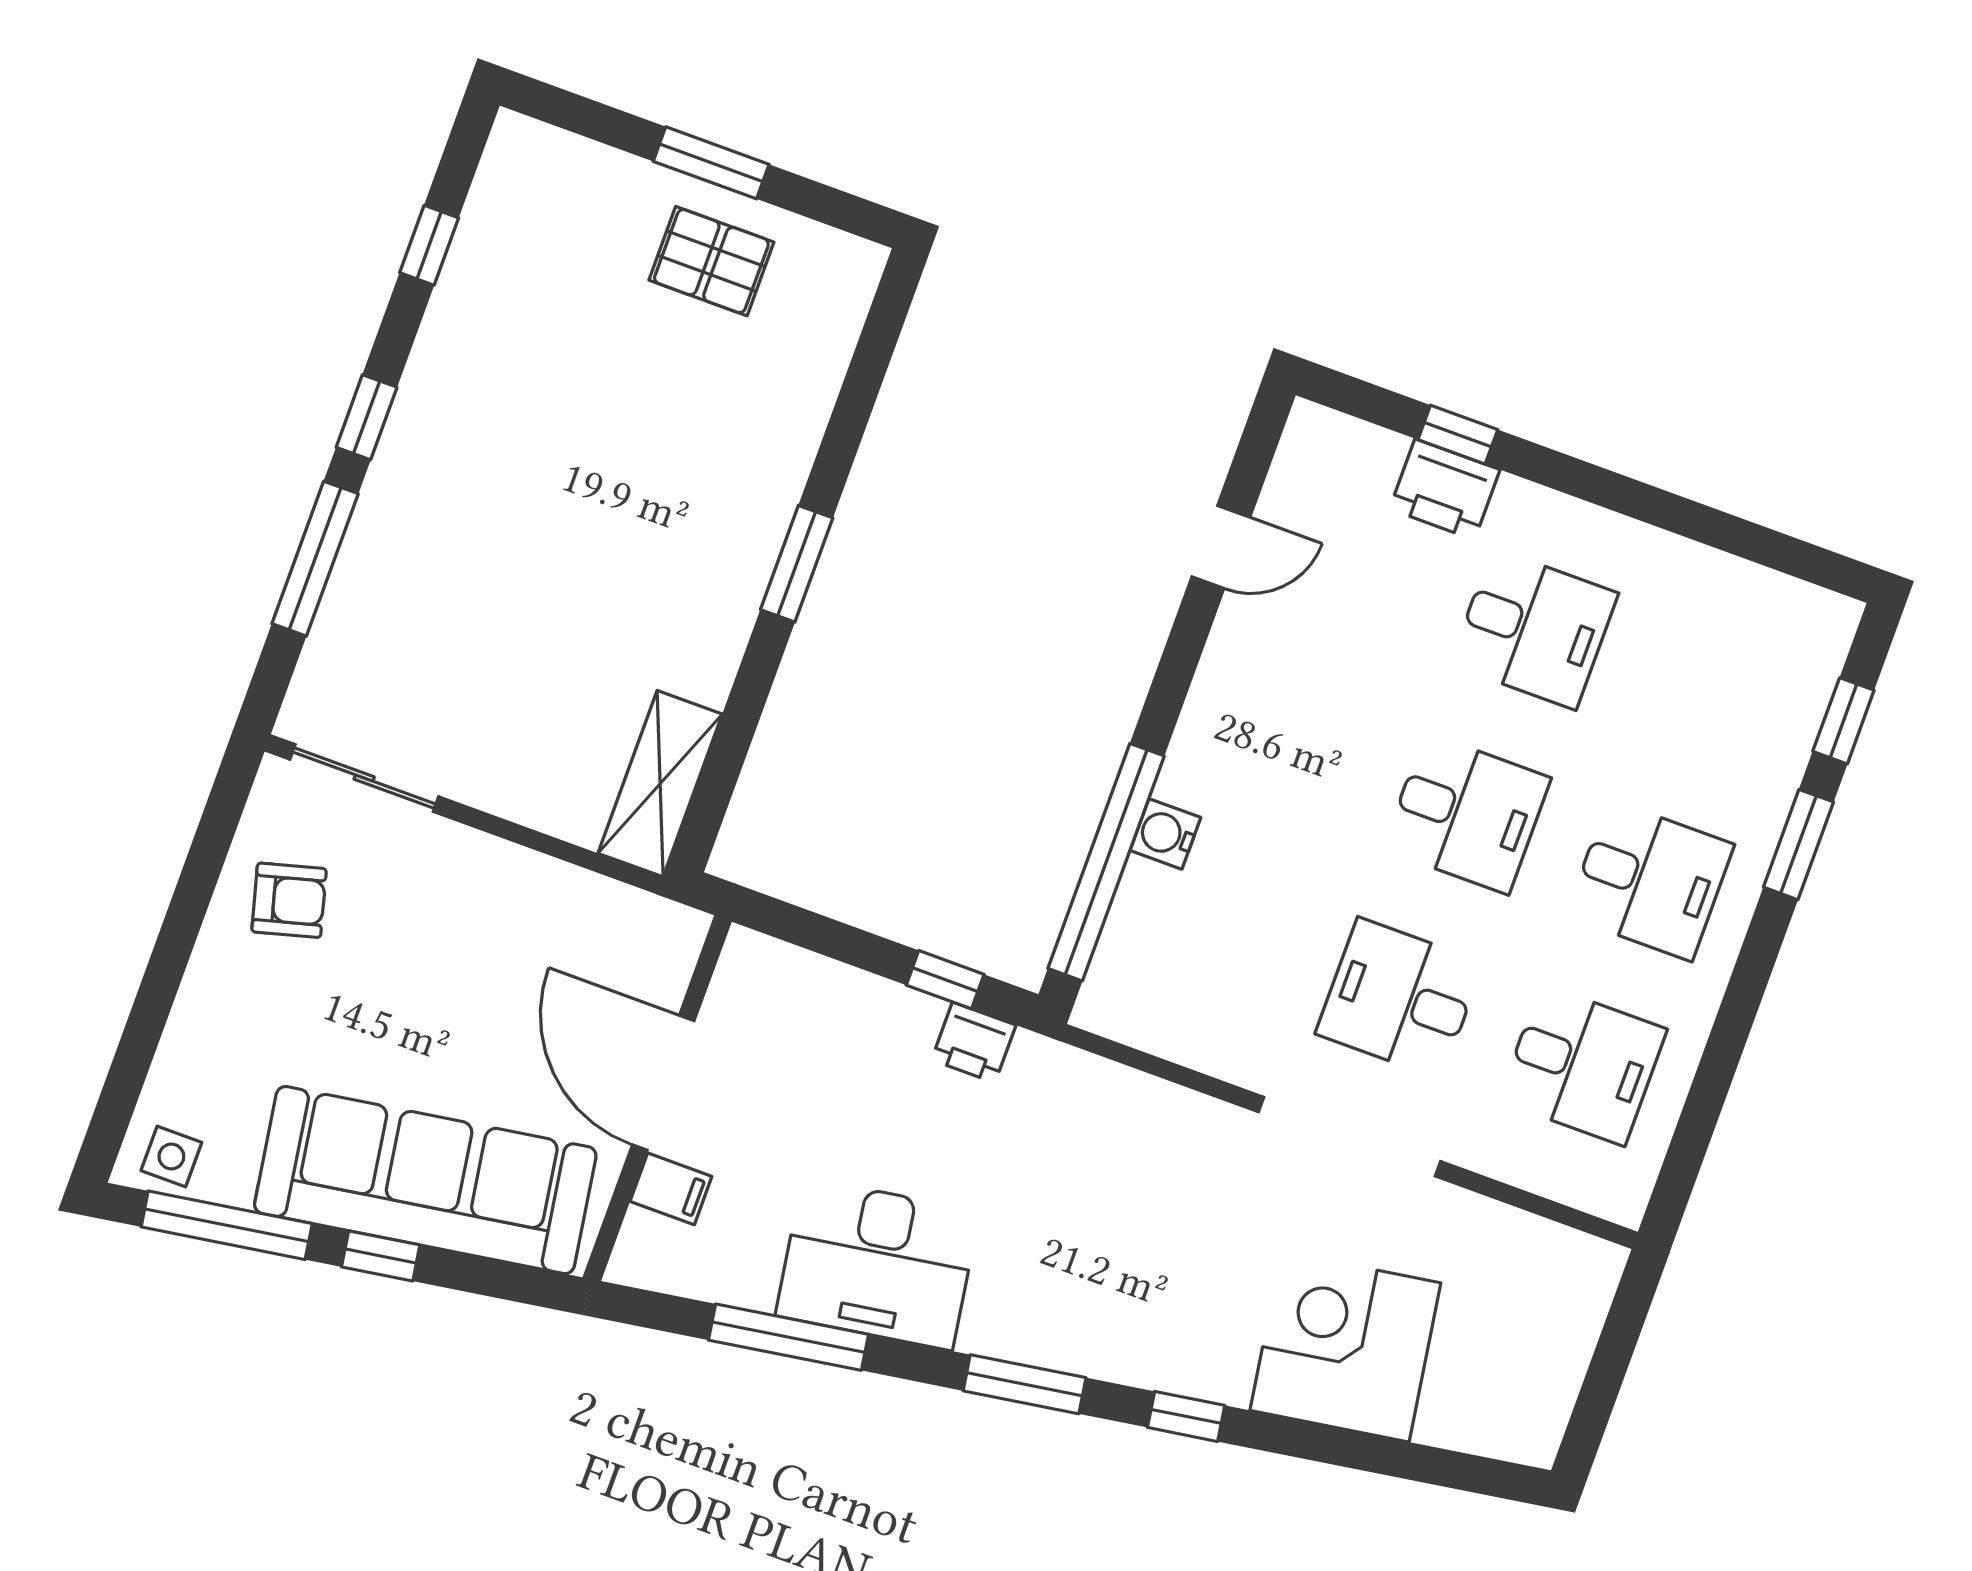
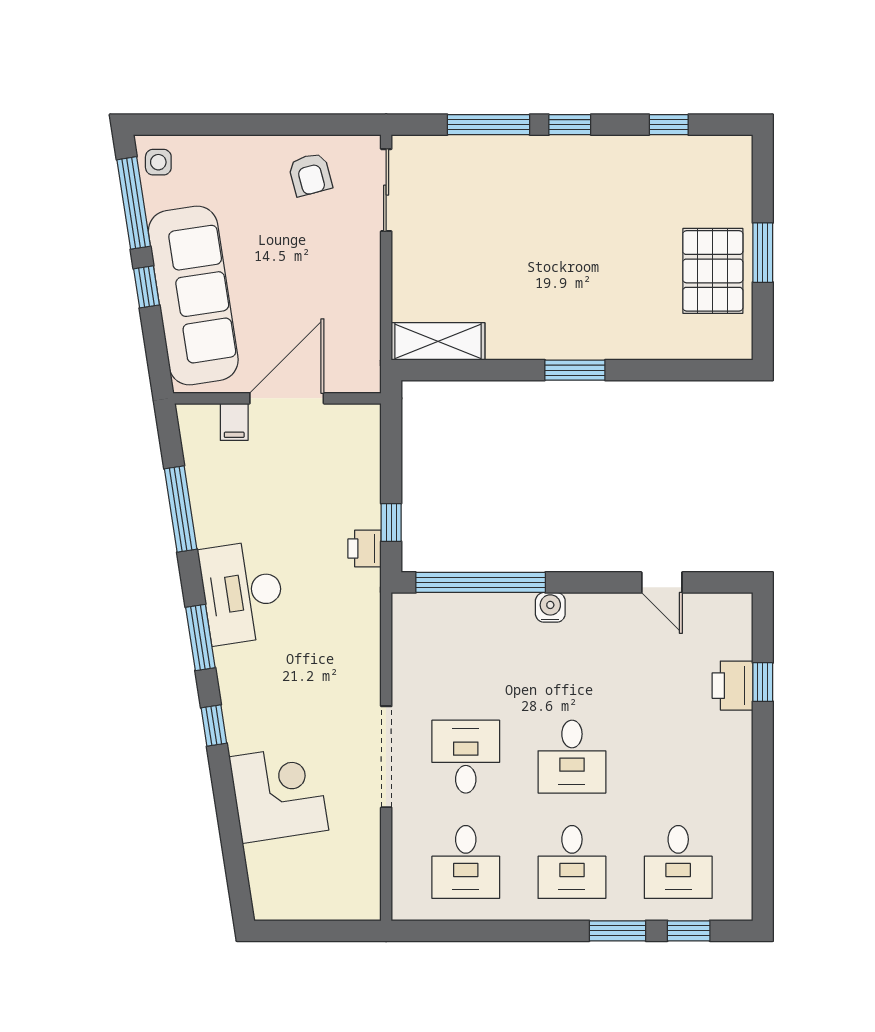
pallet: (711, 261) -> (713, 271), width x1.50, depth x1.42
desk: (1534, 629) -> (678, 862), moved
water cooler: (1165, 834) -> (550, 607), moved
desk: (878, 1264) -> (242, 592), moved

